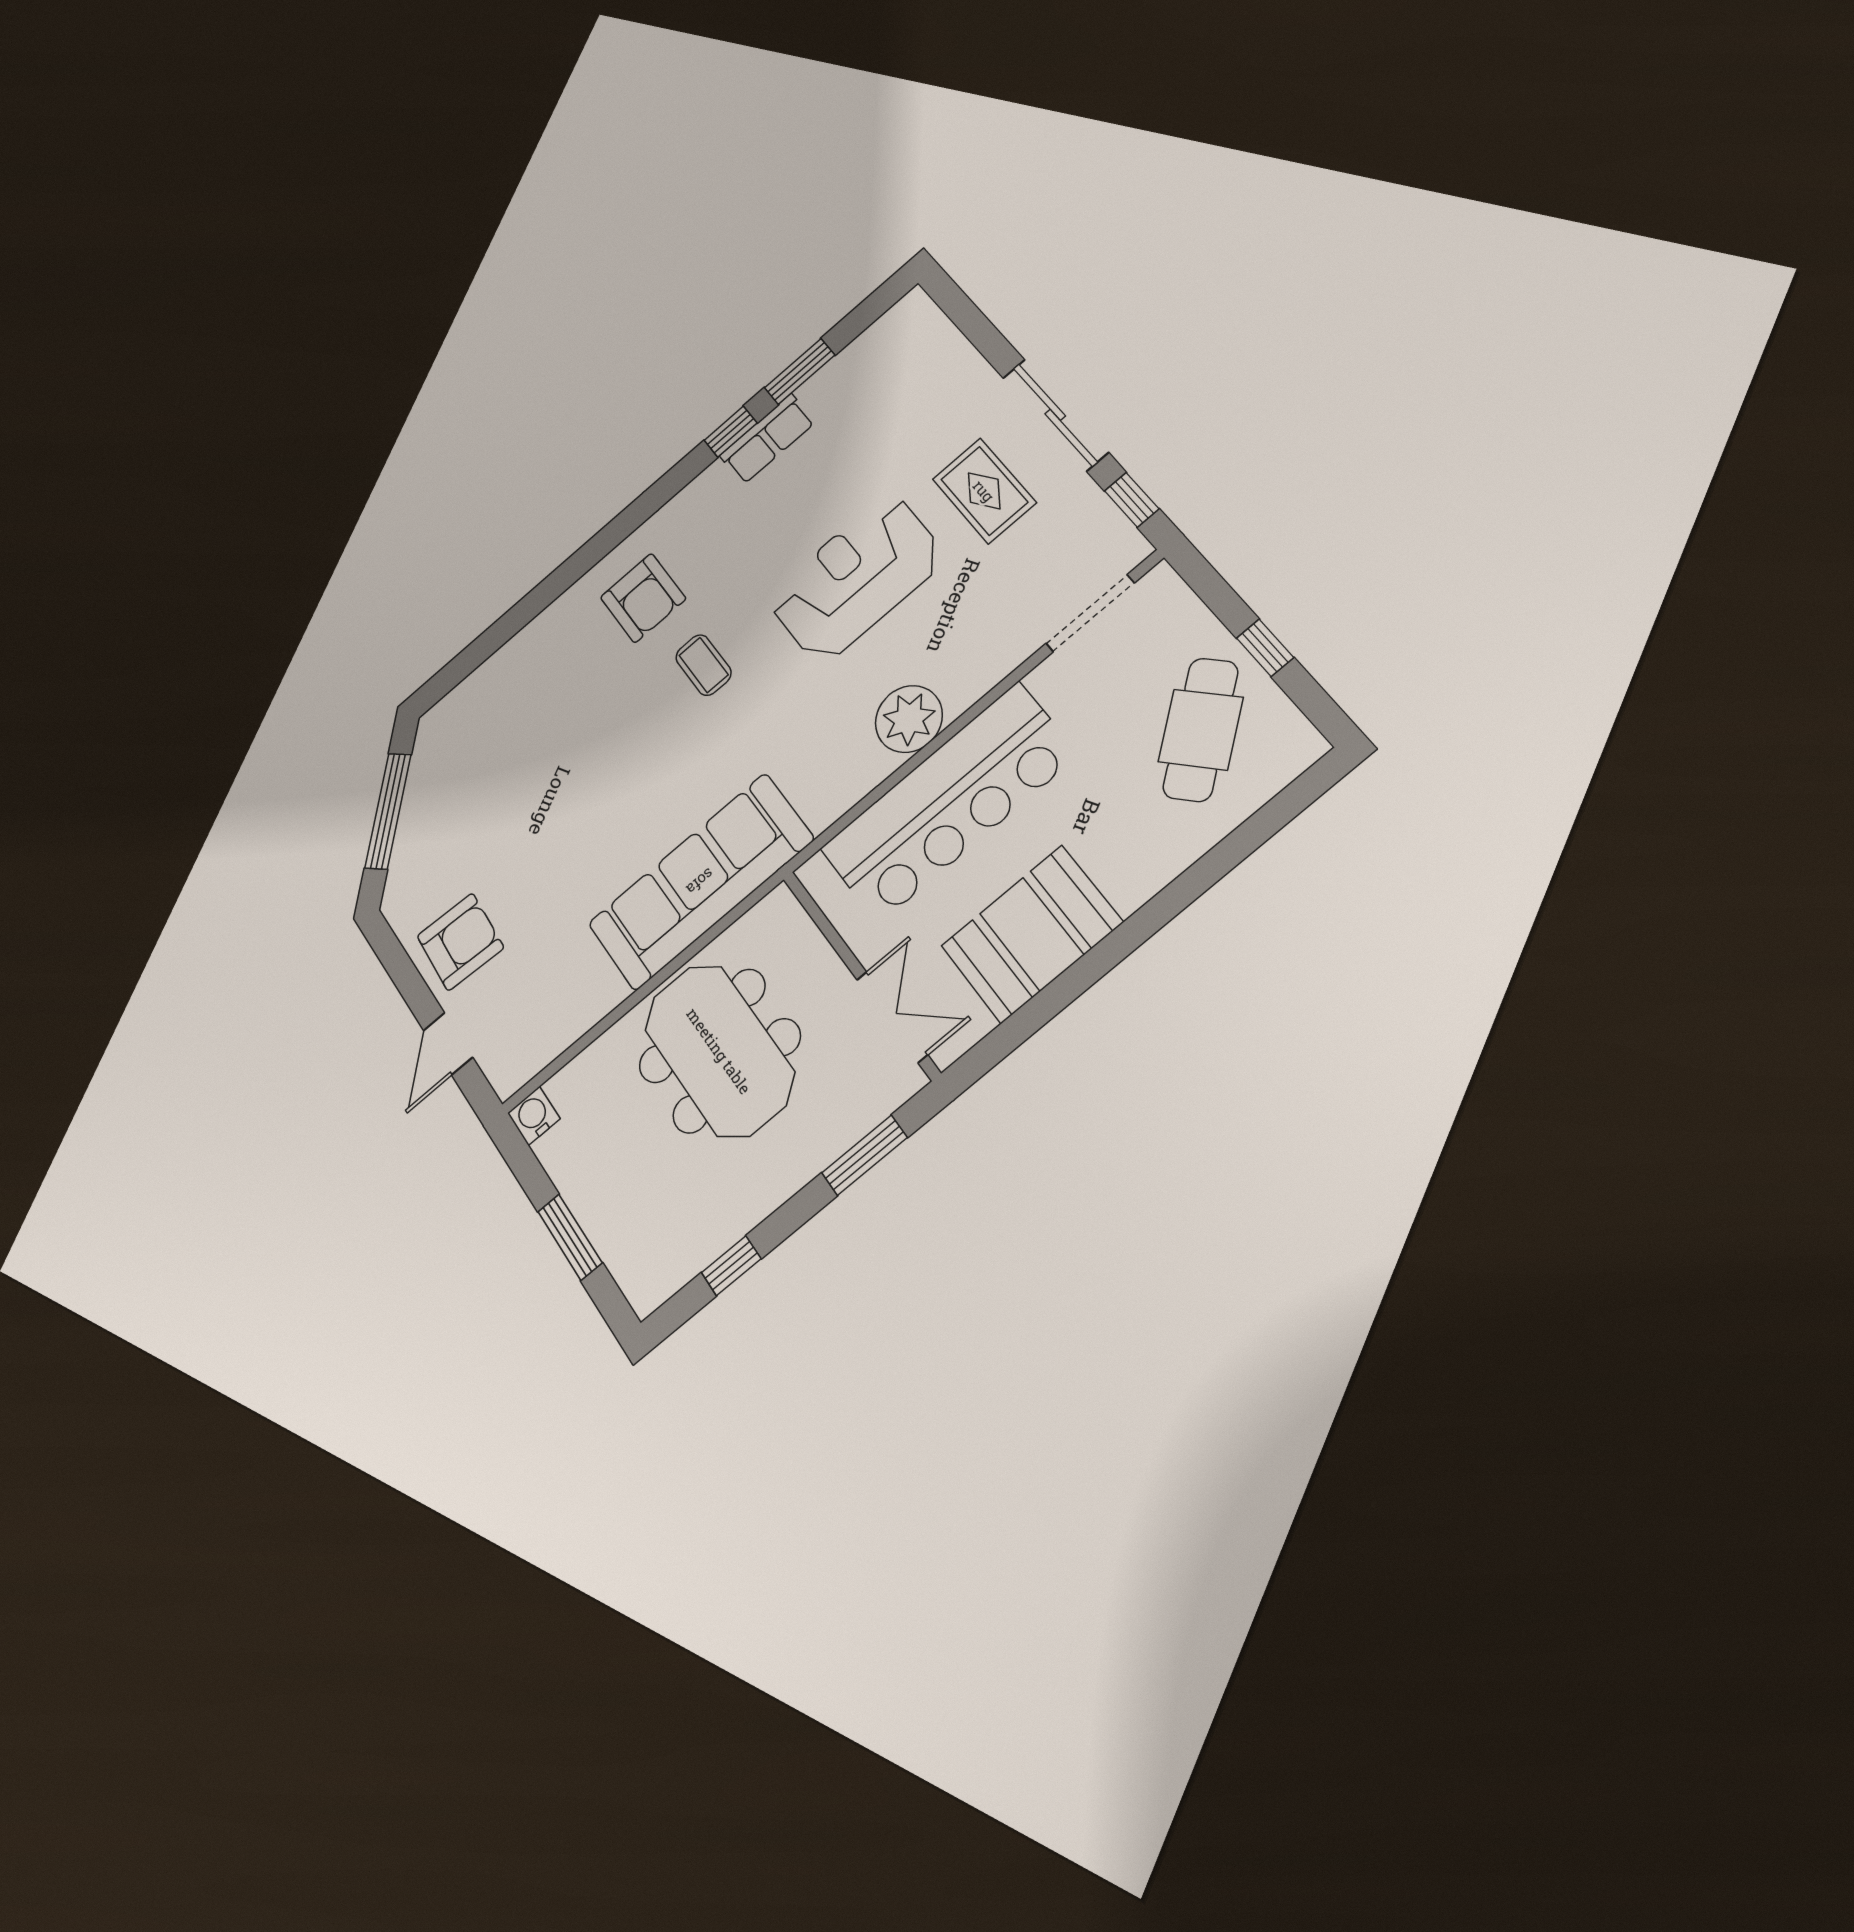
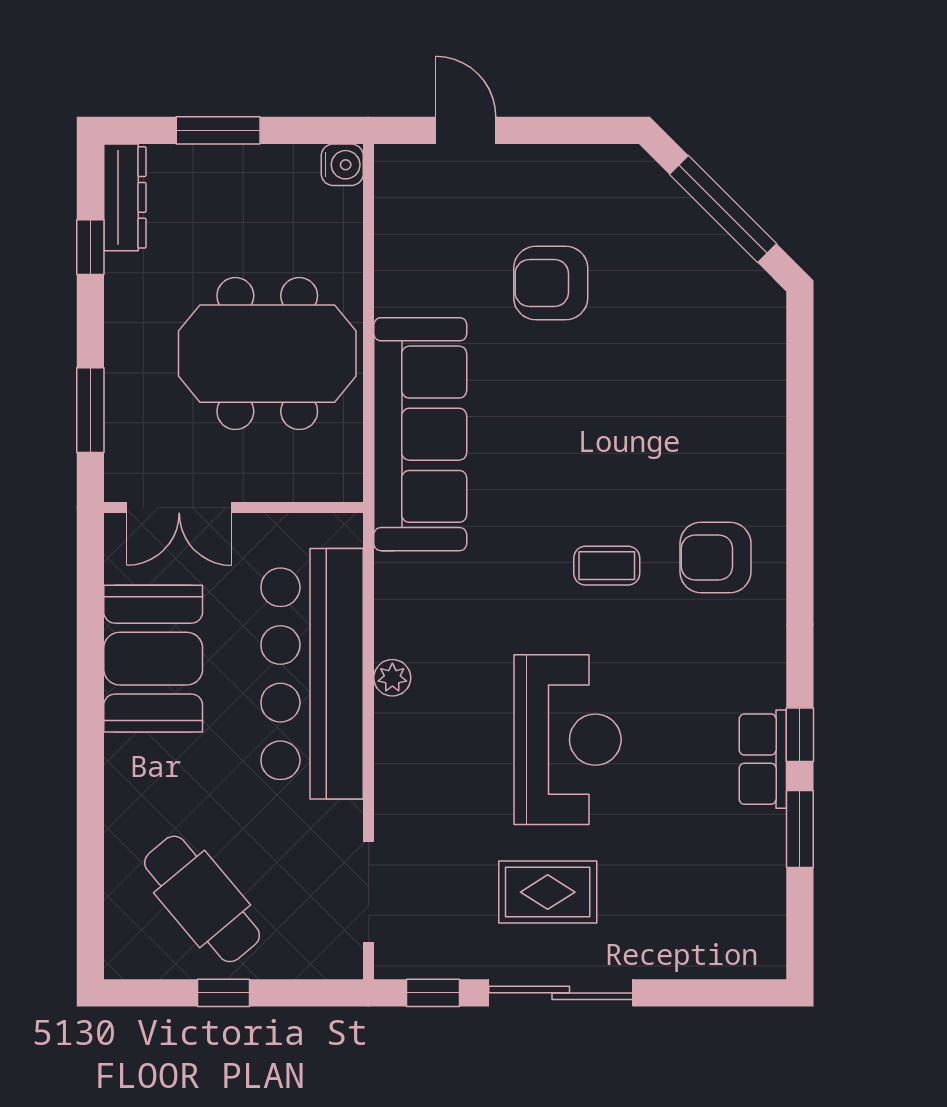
plant: (909, 719) -> (392, 678), width x0.53, depth x0.53
armchair: (460, 942) -> (551, 283), moved, turned 87
dresser: (672, 1270) -> (125, 197), added

